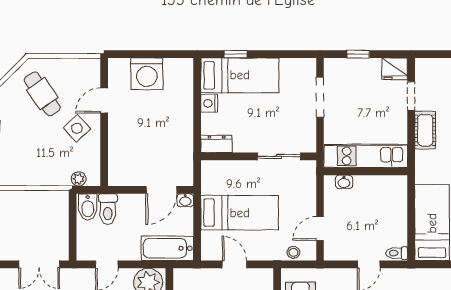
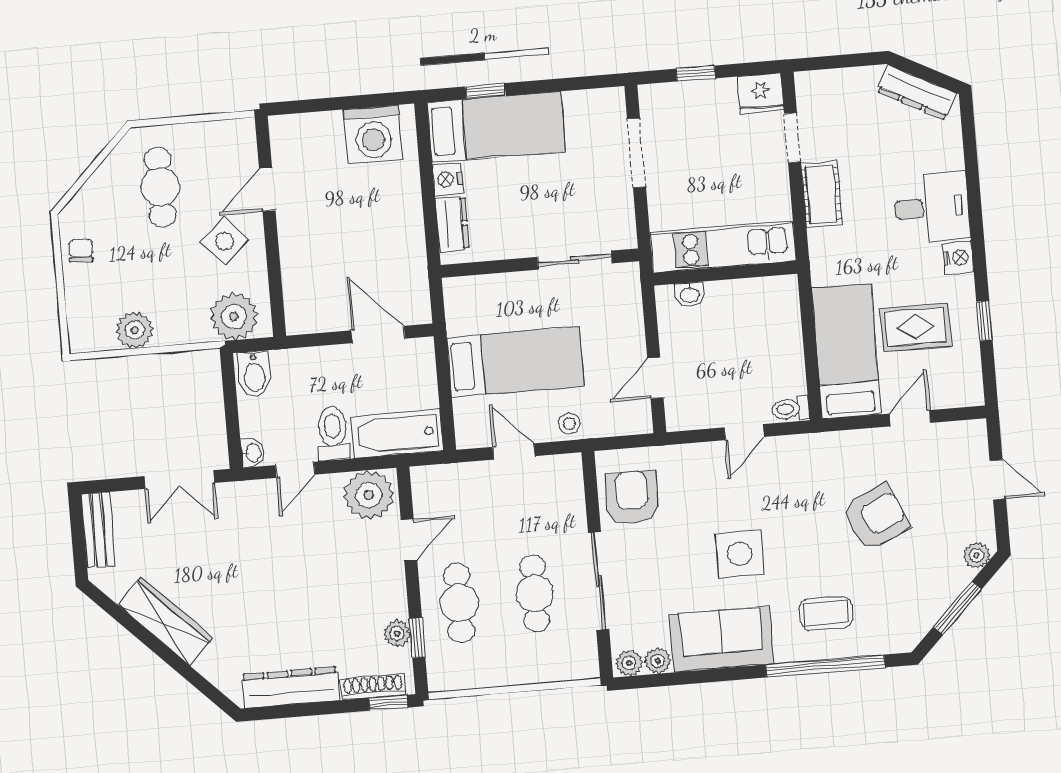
washing machine: (147, 74) -> (373, 134), moved
cafe table: (42, 94) -> (160, 187), turned 34
dresser: (217, 144) -> (452, 224), moved, turned 90
plant: (21, 176) -> (135, 330), added
plant: (79, 179) -> (234, 316), width x1.87, depth x1.87
door: (161, 190) -> (378, 334), swing flipped
washbasin: (185, 200) -> (253, 453), moved, turned -90
toilet: (108, 209) -> (333, 434), moved, turned 180
stool: (293, 252) -> (569, 423), moved

